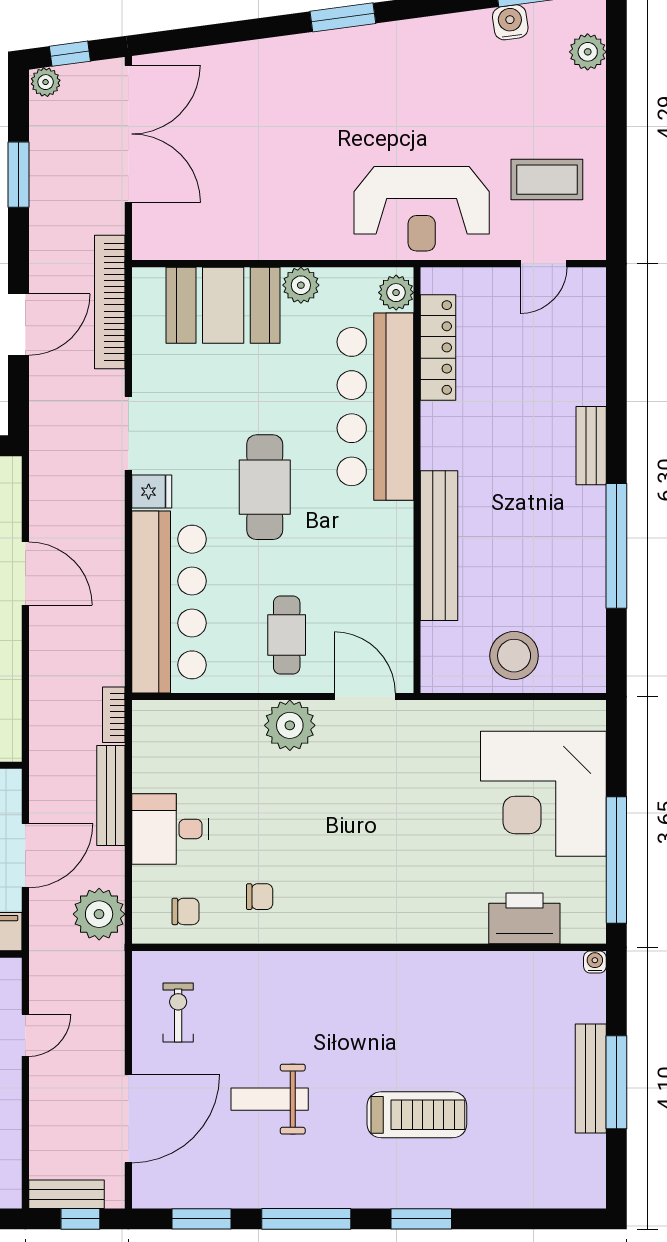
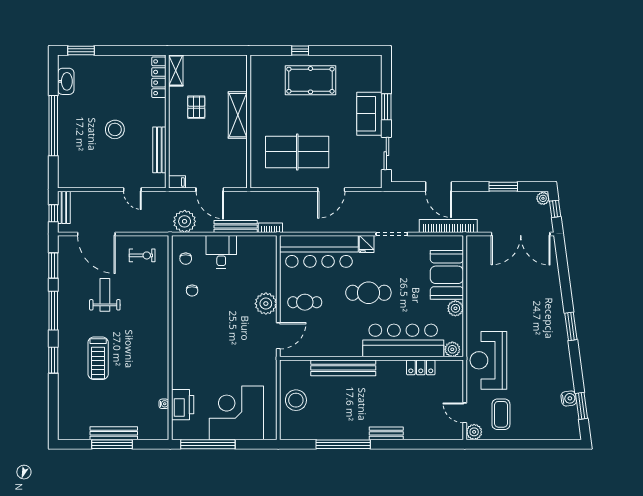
plant: (588, 52) -> (474, 432), moved
locker: (438, 347) -> (421, 367), width x0.66
water cooler: (595, 962) -> (164, 404), moved

